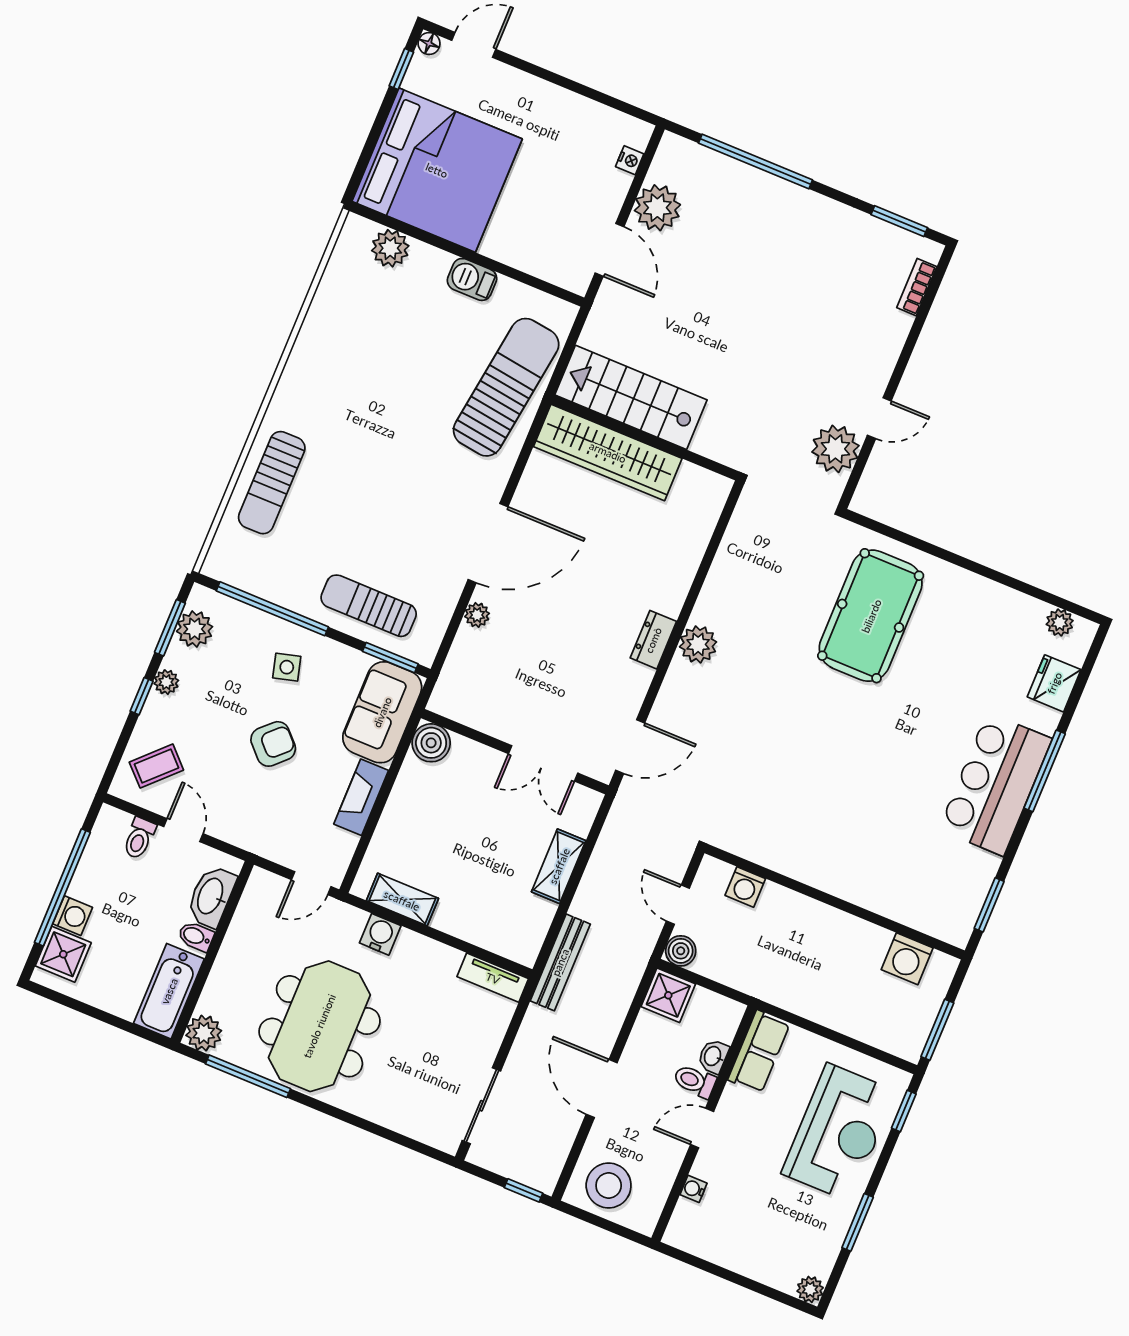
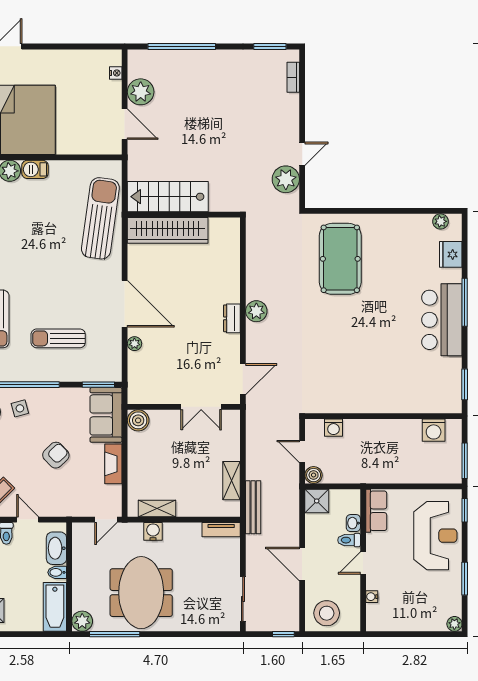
barbecue: (472, 279) -> (35, 169), moved
door: (488, 543) -> (125, 304), hinge flipped
sun lounger: (369, 606) -> (58, 338), moved
side table: (287, 667) -> (20, 408), moved
shelving: (559, 866) -> (231, 481), moved

